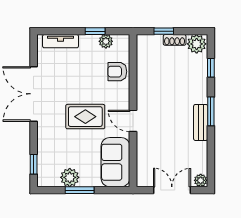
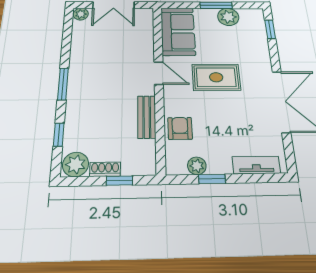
armchair: (117, 72) -> (180, 128), turned -90
bench: (201, 122) -> (147, 117), moved

